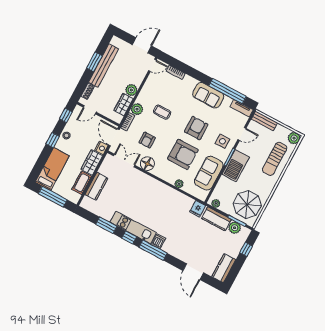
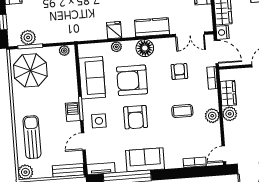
plant: (137, 109) -> (212, 116), moved
floor lamp: (147, 164) -> (145, 48), moved
barbecue: (236, 166) -> (73, 112), width x0.53, depth x0.65
fridge: (198, 209) -> (114, 30), moved
kitchen counter: (216, 219) -> (152, 27), moved

